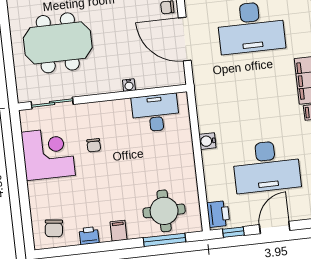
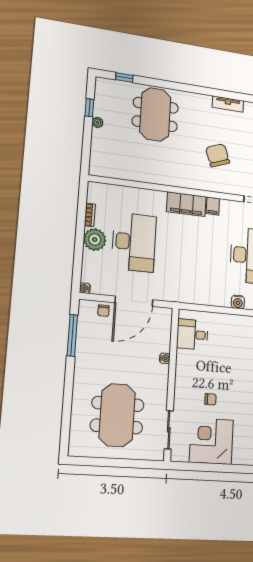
desk: (155, 113) -> (192, 334), width x0.73
water cooler: (207, 141) -> (238, 302), moved

